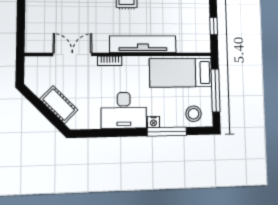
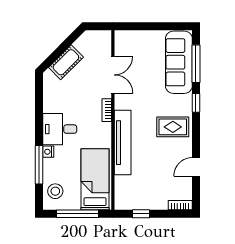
desk: (124, 110) -> (60, 129), width x0.73

